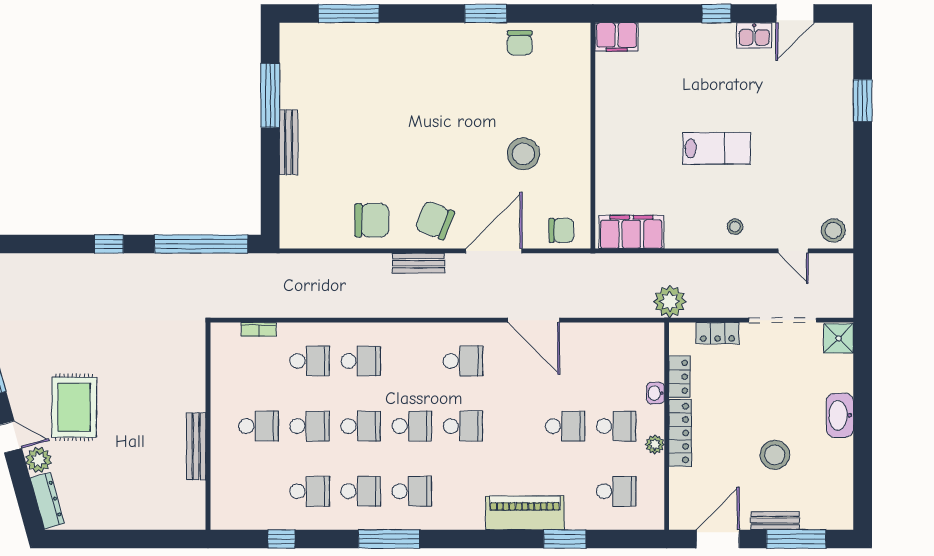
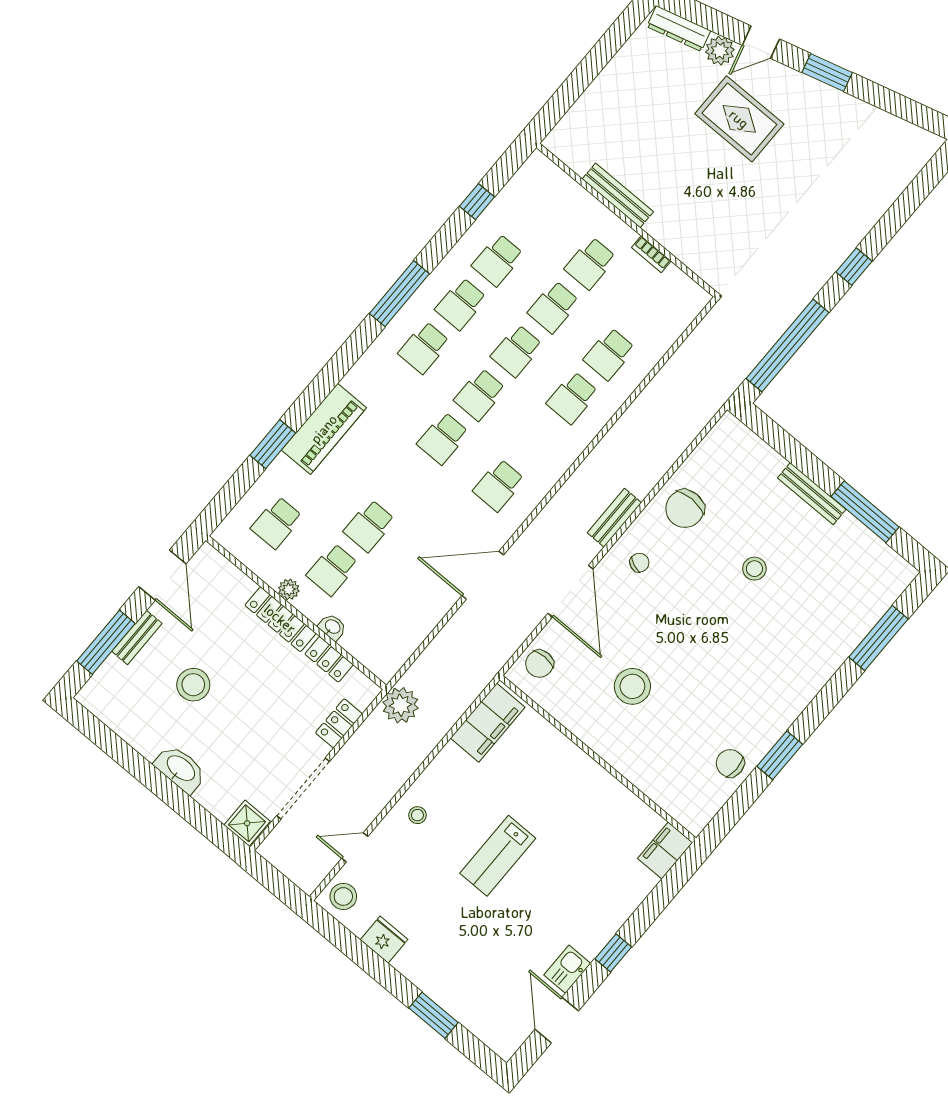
stool: (373, 138) -> (754, 569), added
fridge: (839, 178) -> (384, 940), added
chair: (435, 220) -> (639, 563), width x0.54, depth x0.54
bookcase: (259, 329) -> (651, 254), moved, turned -90

